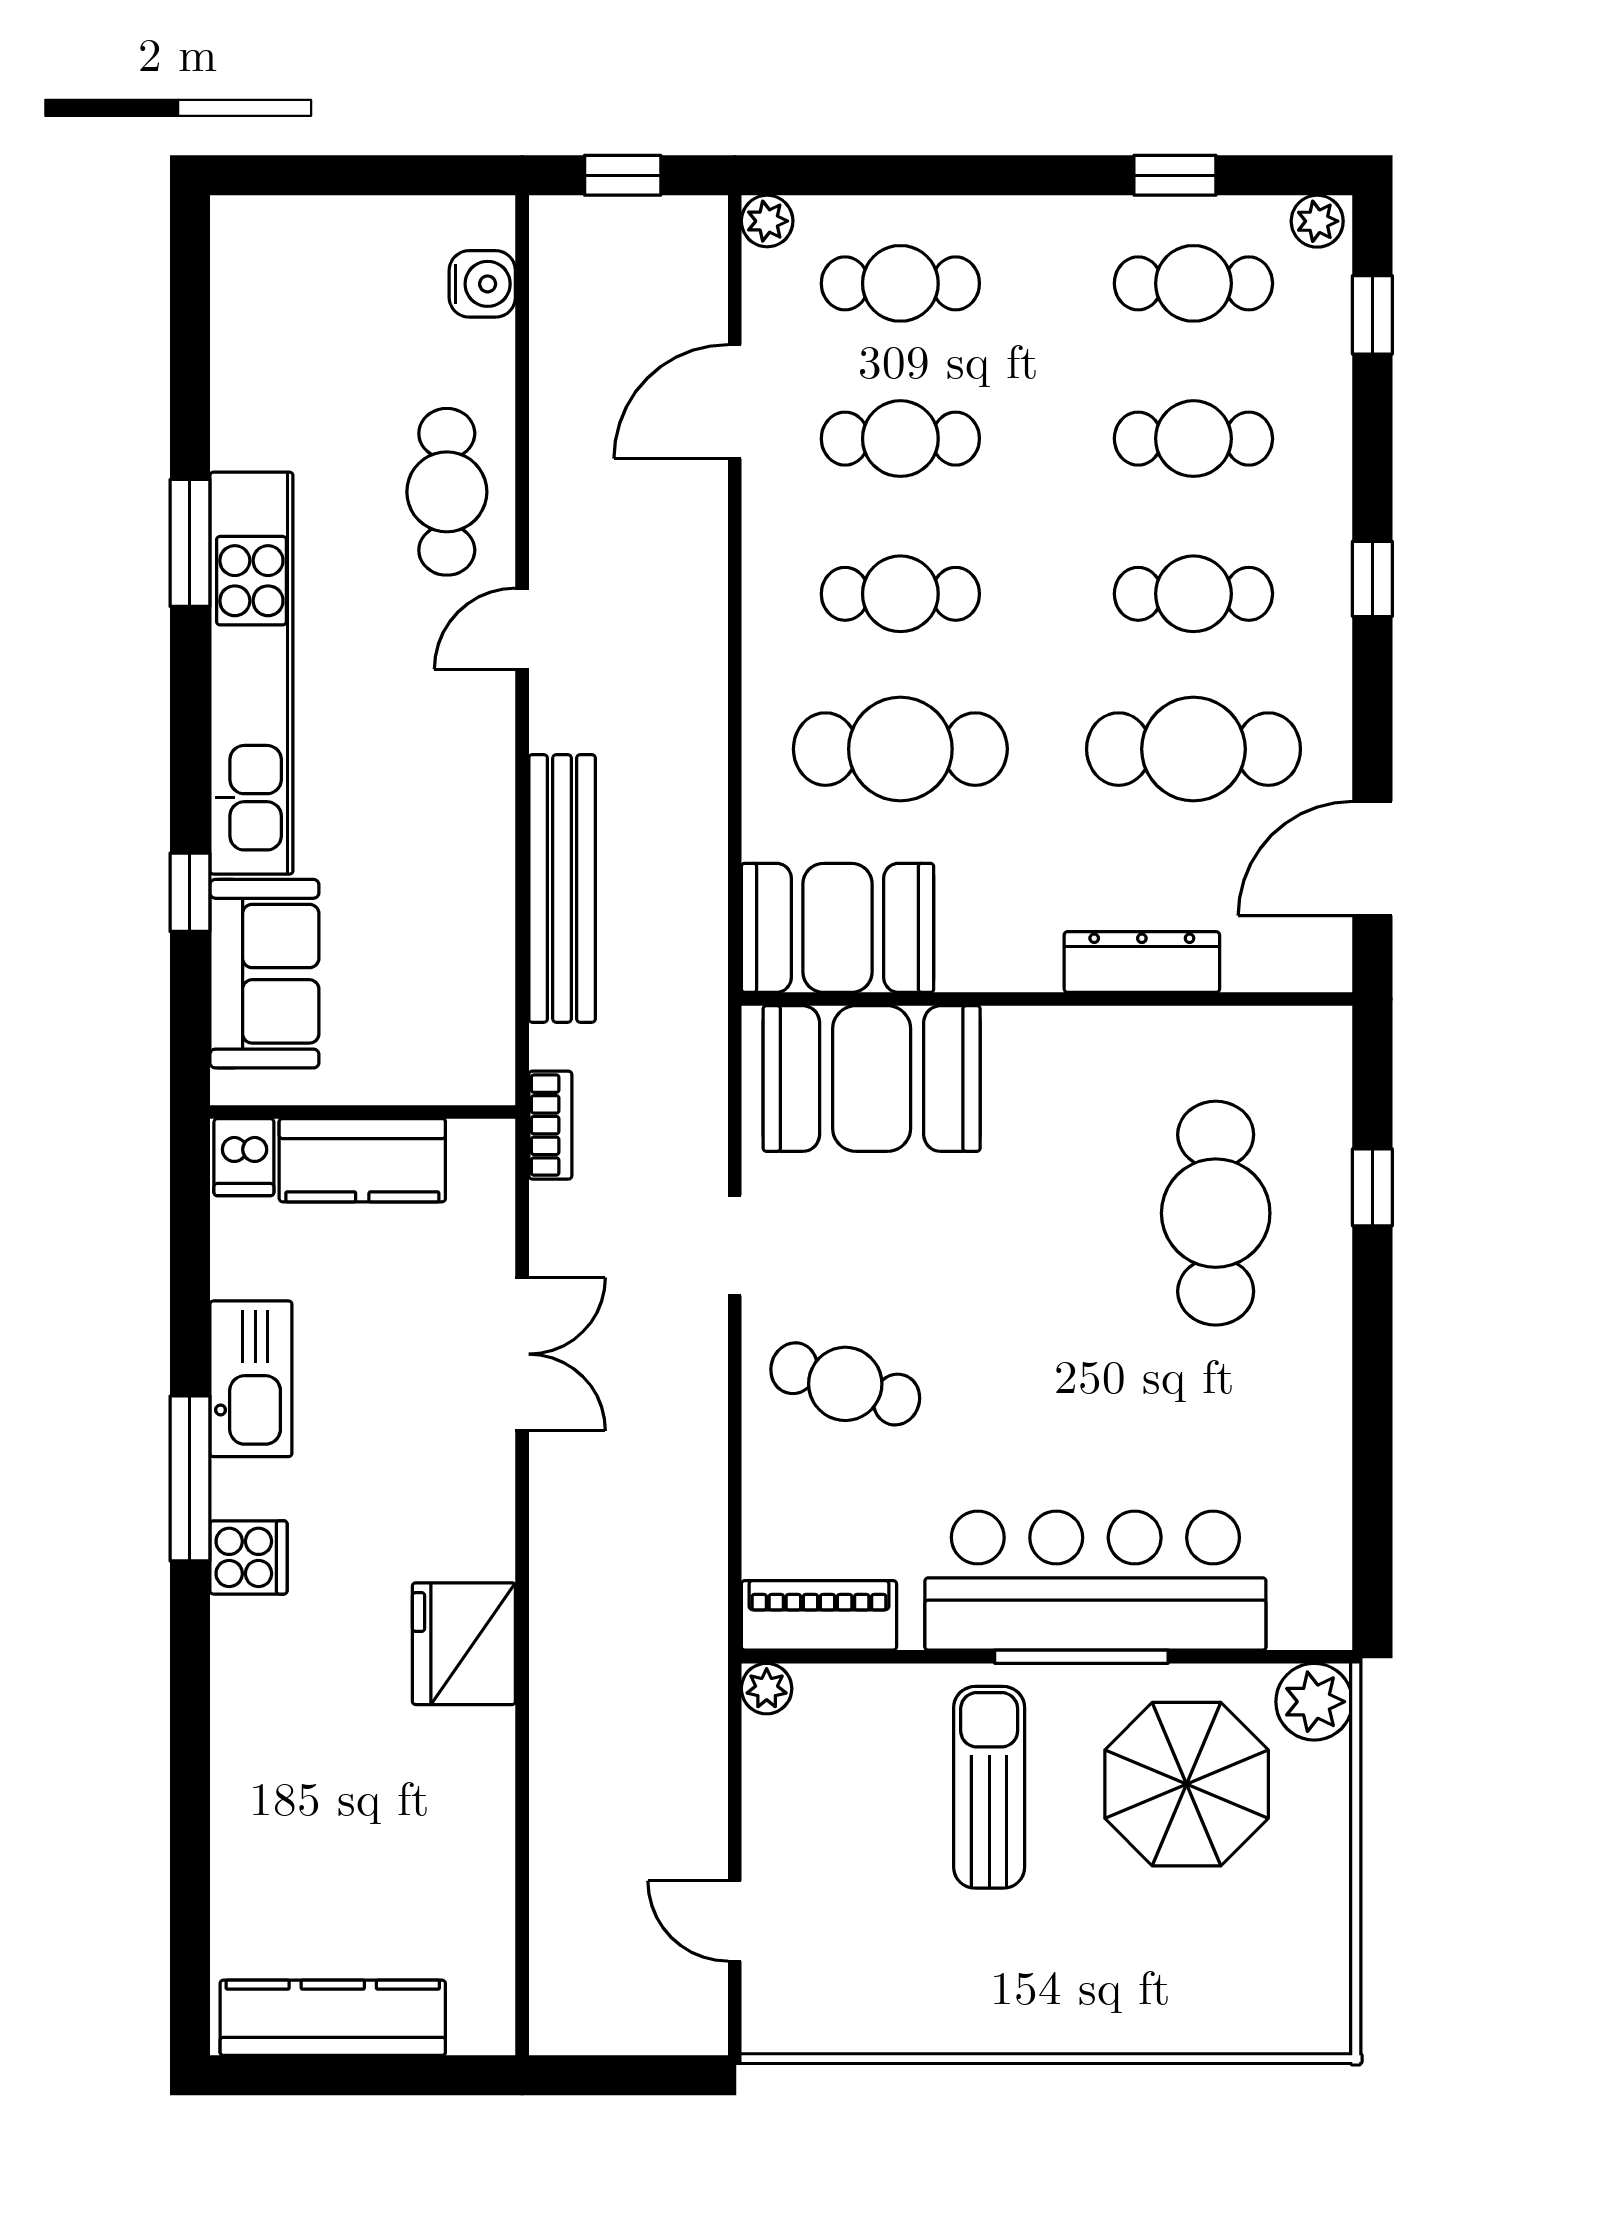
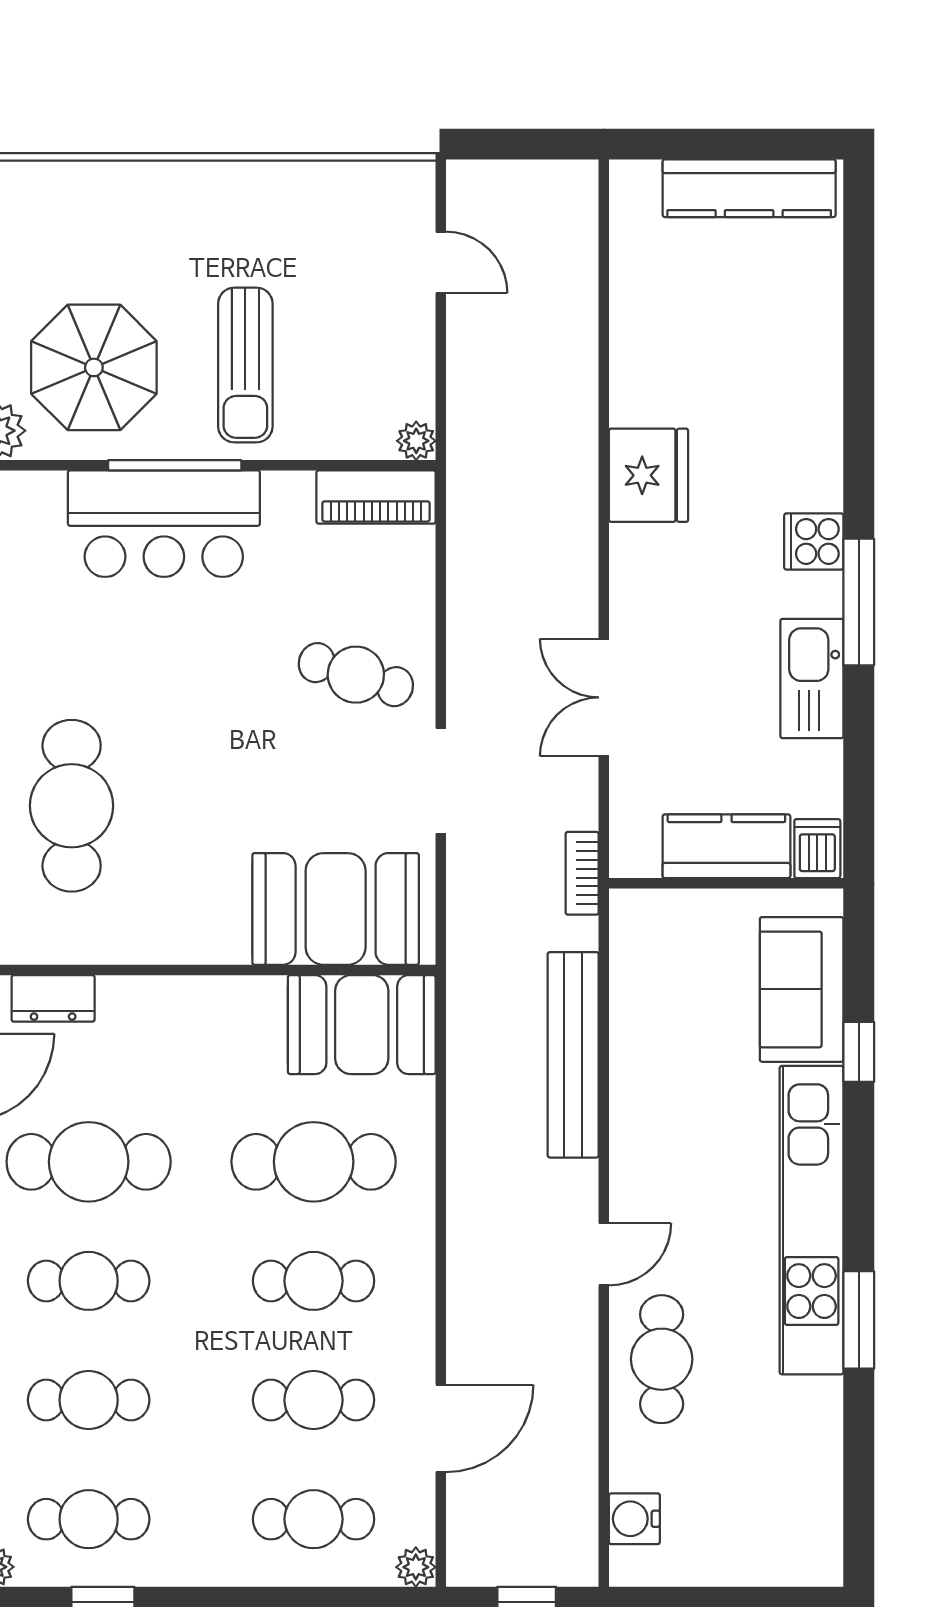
dresser: (1142, 962) -> (53, 998), moved, width x0.70
doorway: (735, 1246) -> (441, 781), width x1.38
bar counter: (1095, 1581) -> (164, 524), width x0.73

